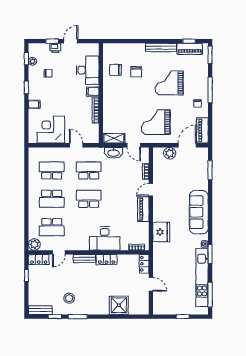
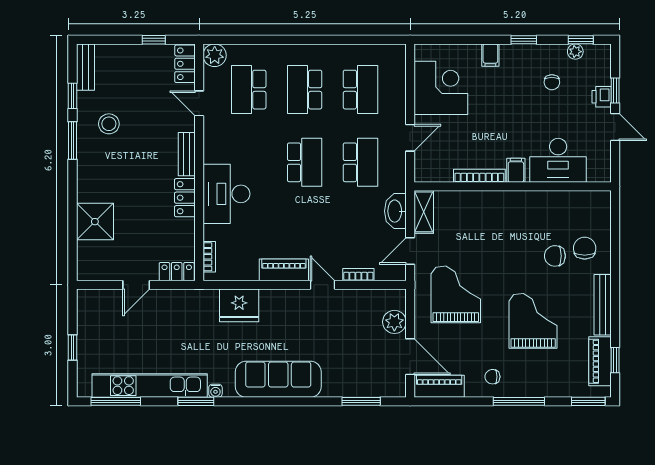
chair: (115, 70) -> (585, 248), moved

